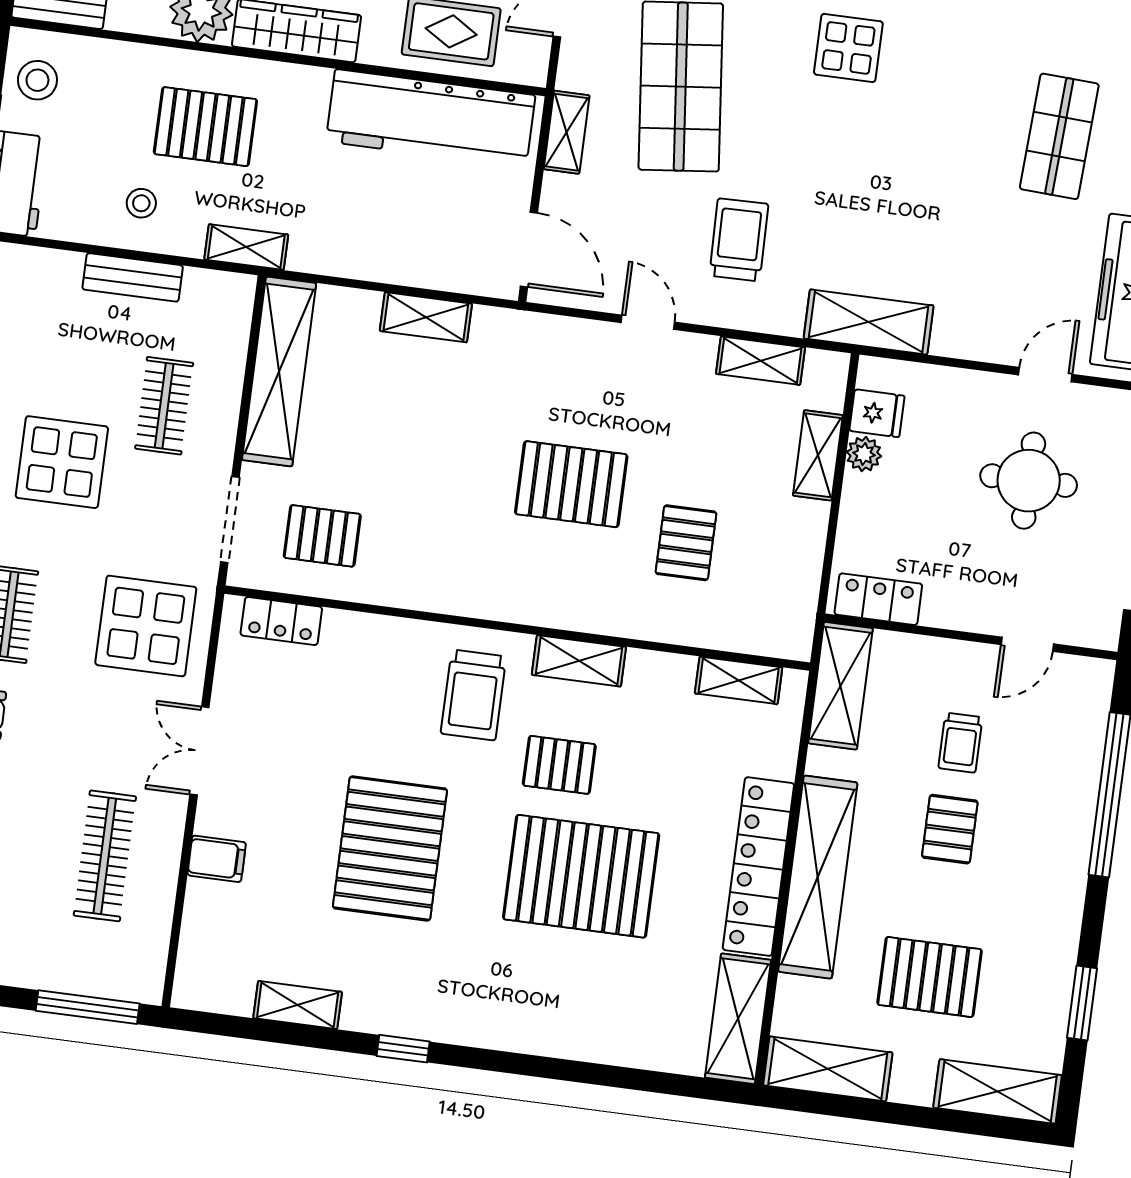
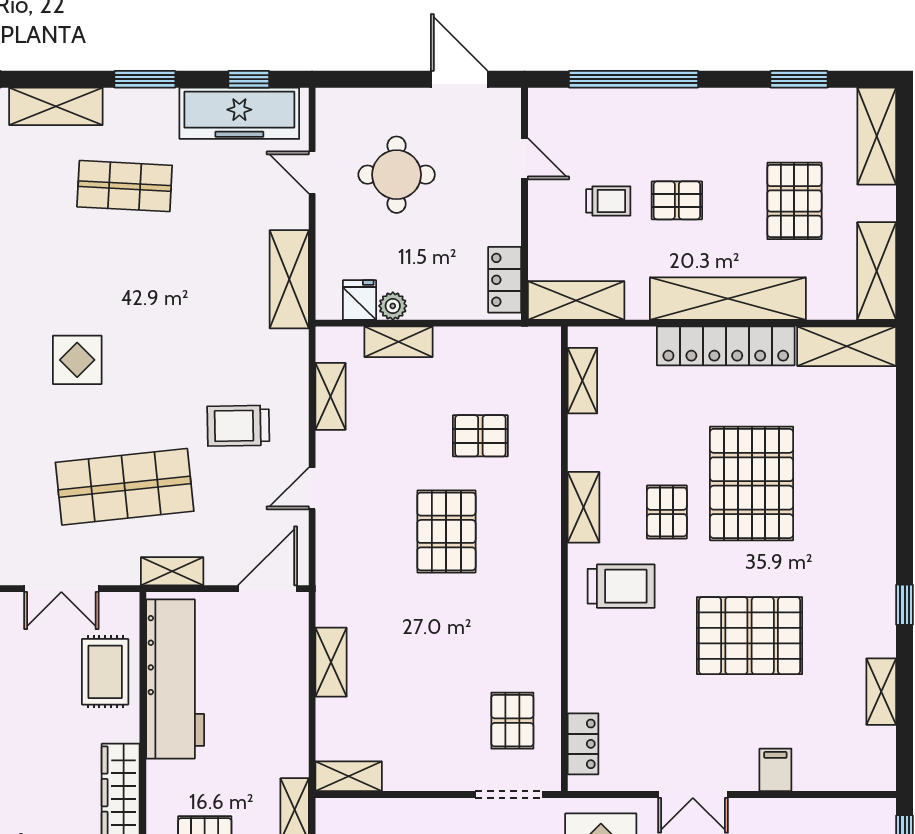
shelving: (869, 322) -> (289, 279), moved
shelving: (279, 371) -> (349, 776), width x0.45, depth x0.75

